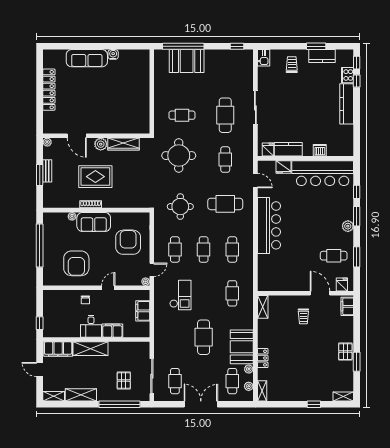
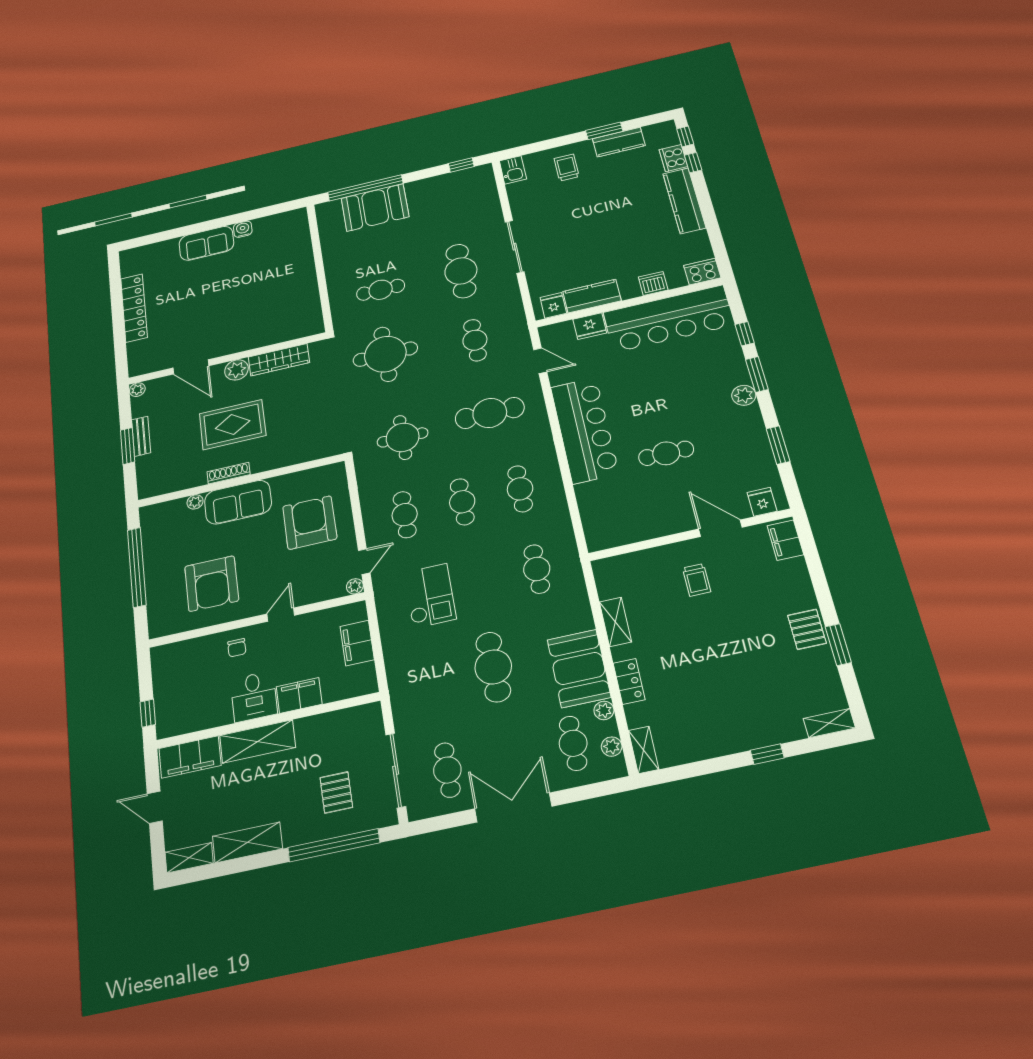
sofa: (87, 58) -> (206, 243), width x0.73
cooker: (345, 150) -> (702, 272), added
cafe table: (334, 256) -> (666, 453), moved
shelving: (263, 307) -> (615, 622), moved

